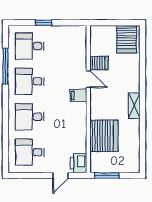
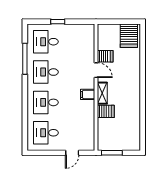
filing cabinet: (79, 96) -> (88, 94), moved
shelving: (134, 106) -> (102, 93), moved
server rack: (104, 136) -> (106, 111), width x0.46, depth x0.70
printer: (79, 163) -> (88, 142), removed

